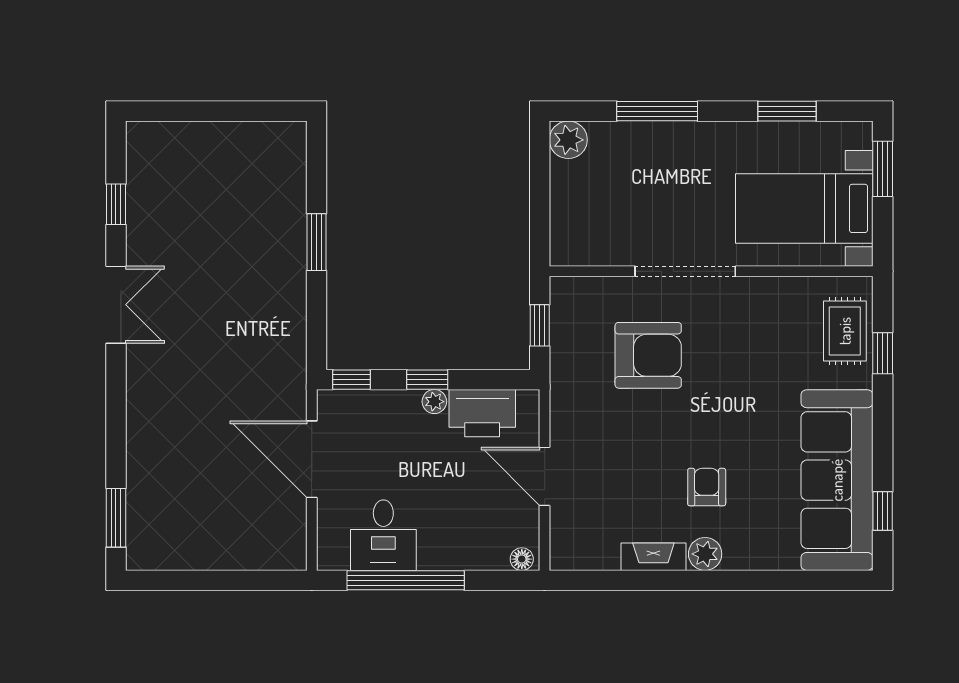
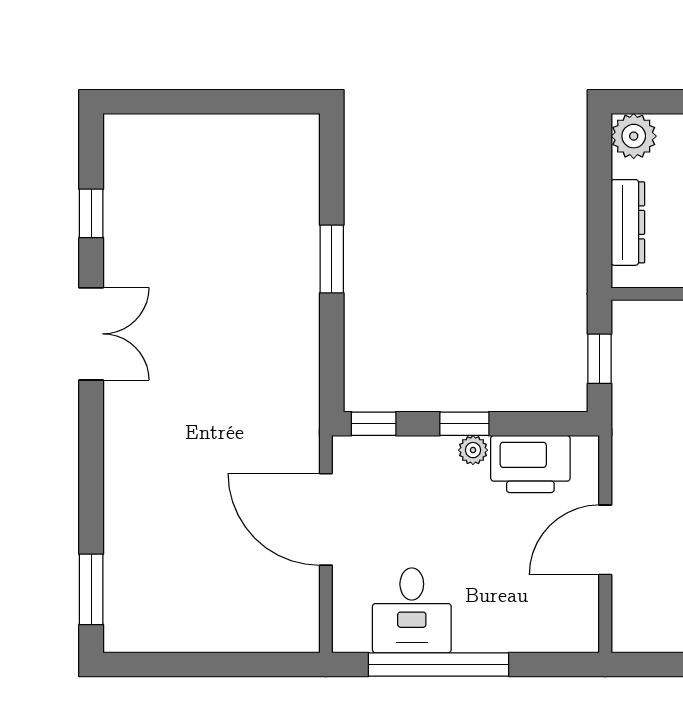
dresser: (563, 212) -> (628, 222), added
door: (545, 476) -> (605, 540), hinge flipped
floor lamp: (522, 559) -> (578, 639), removed

